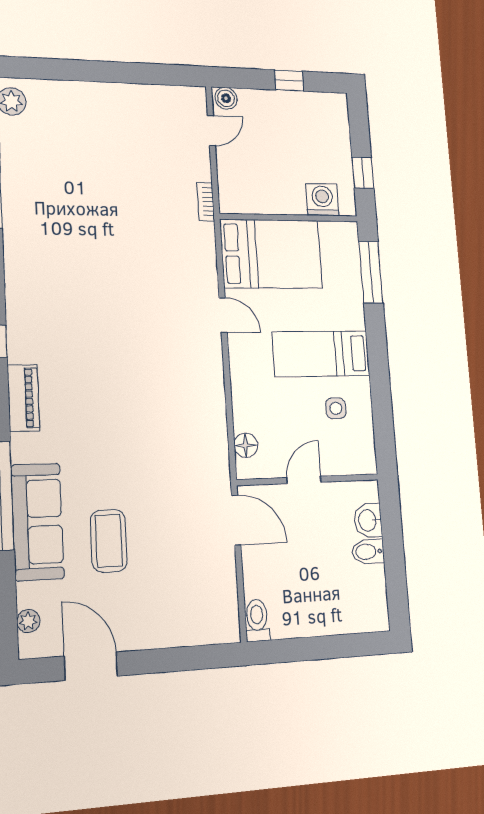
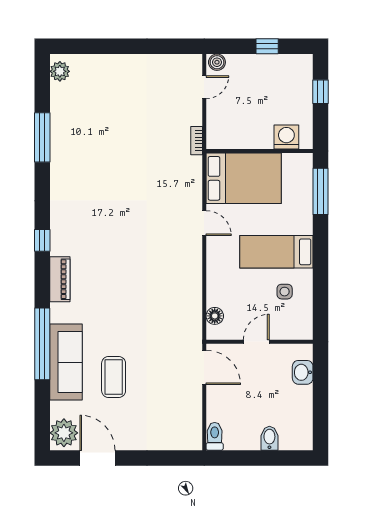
window: (363, 173) -> (320, 92), moved
bidet: (368, 552) -> (269, 438), moved, turned 90
plant: (28, 621) -> (64, 433), width x1.88, depth x1.88

